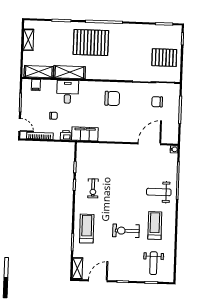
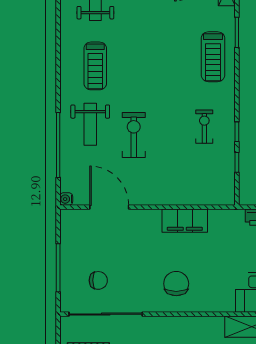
chair: (112, 98) -> (176, 284), turned 90
filing cabinet: (85, 134) -> (185, 221), moved
door: (149, 144) -> (109, 207), swing flipped
weight bench: (159, 192) -> (90, 124), turned 90
exercise bike: (126, 231) -> (134, 135), moved, turned -90

